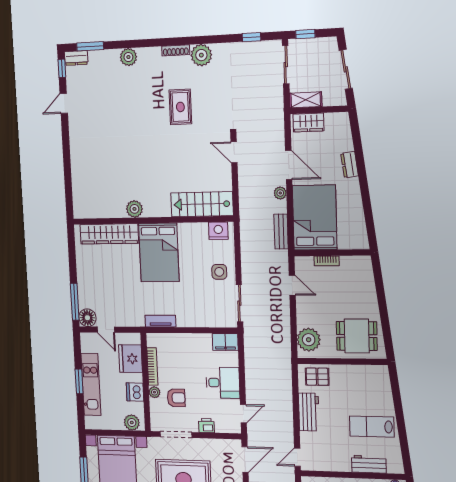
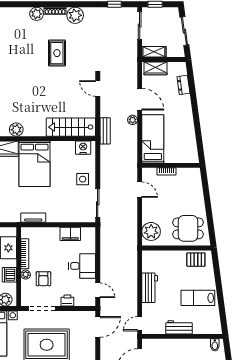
plant: (128, 57) -> (37, 14), moved
dresser: (350, 165) -> (183, 85), moved
bed: (315, 218) -> (153, 139), width x0.67
bench: (281, 231) -> (105, 131), moved
filing cabinet: (225, 342) -> (70, 234), moved
pallet: (317, 377) -> (196, 260), moved
armchair: (176, 398) -> (43, 279), turned 90
door: (243, 414) -> (98, 290), hinge flipped
workbench: (369, 464) -> (179, 327), moved

